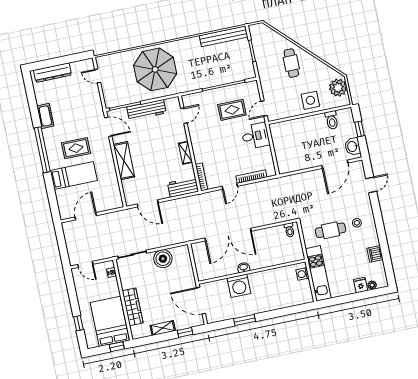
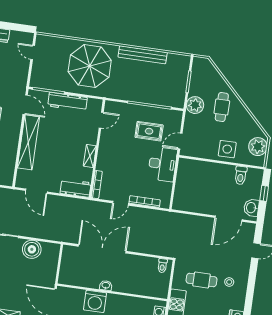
bench: (224, 36) -> (143, 55), moved
plant: (266, 70) -> (195, 105), added
desk: (255, 136) -> (162, 164), width x1.37
shelving: (124, 161) -> (28, 142), width x1.47
double door: (228, 235) -> (102, 249), swing flipped

